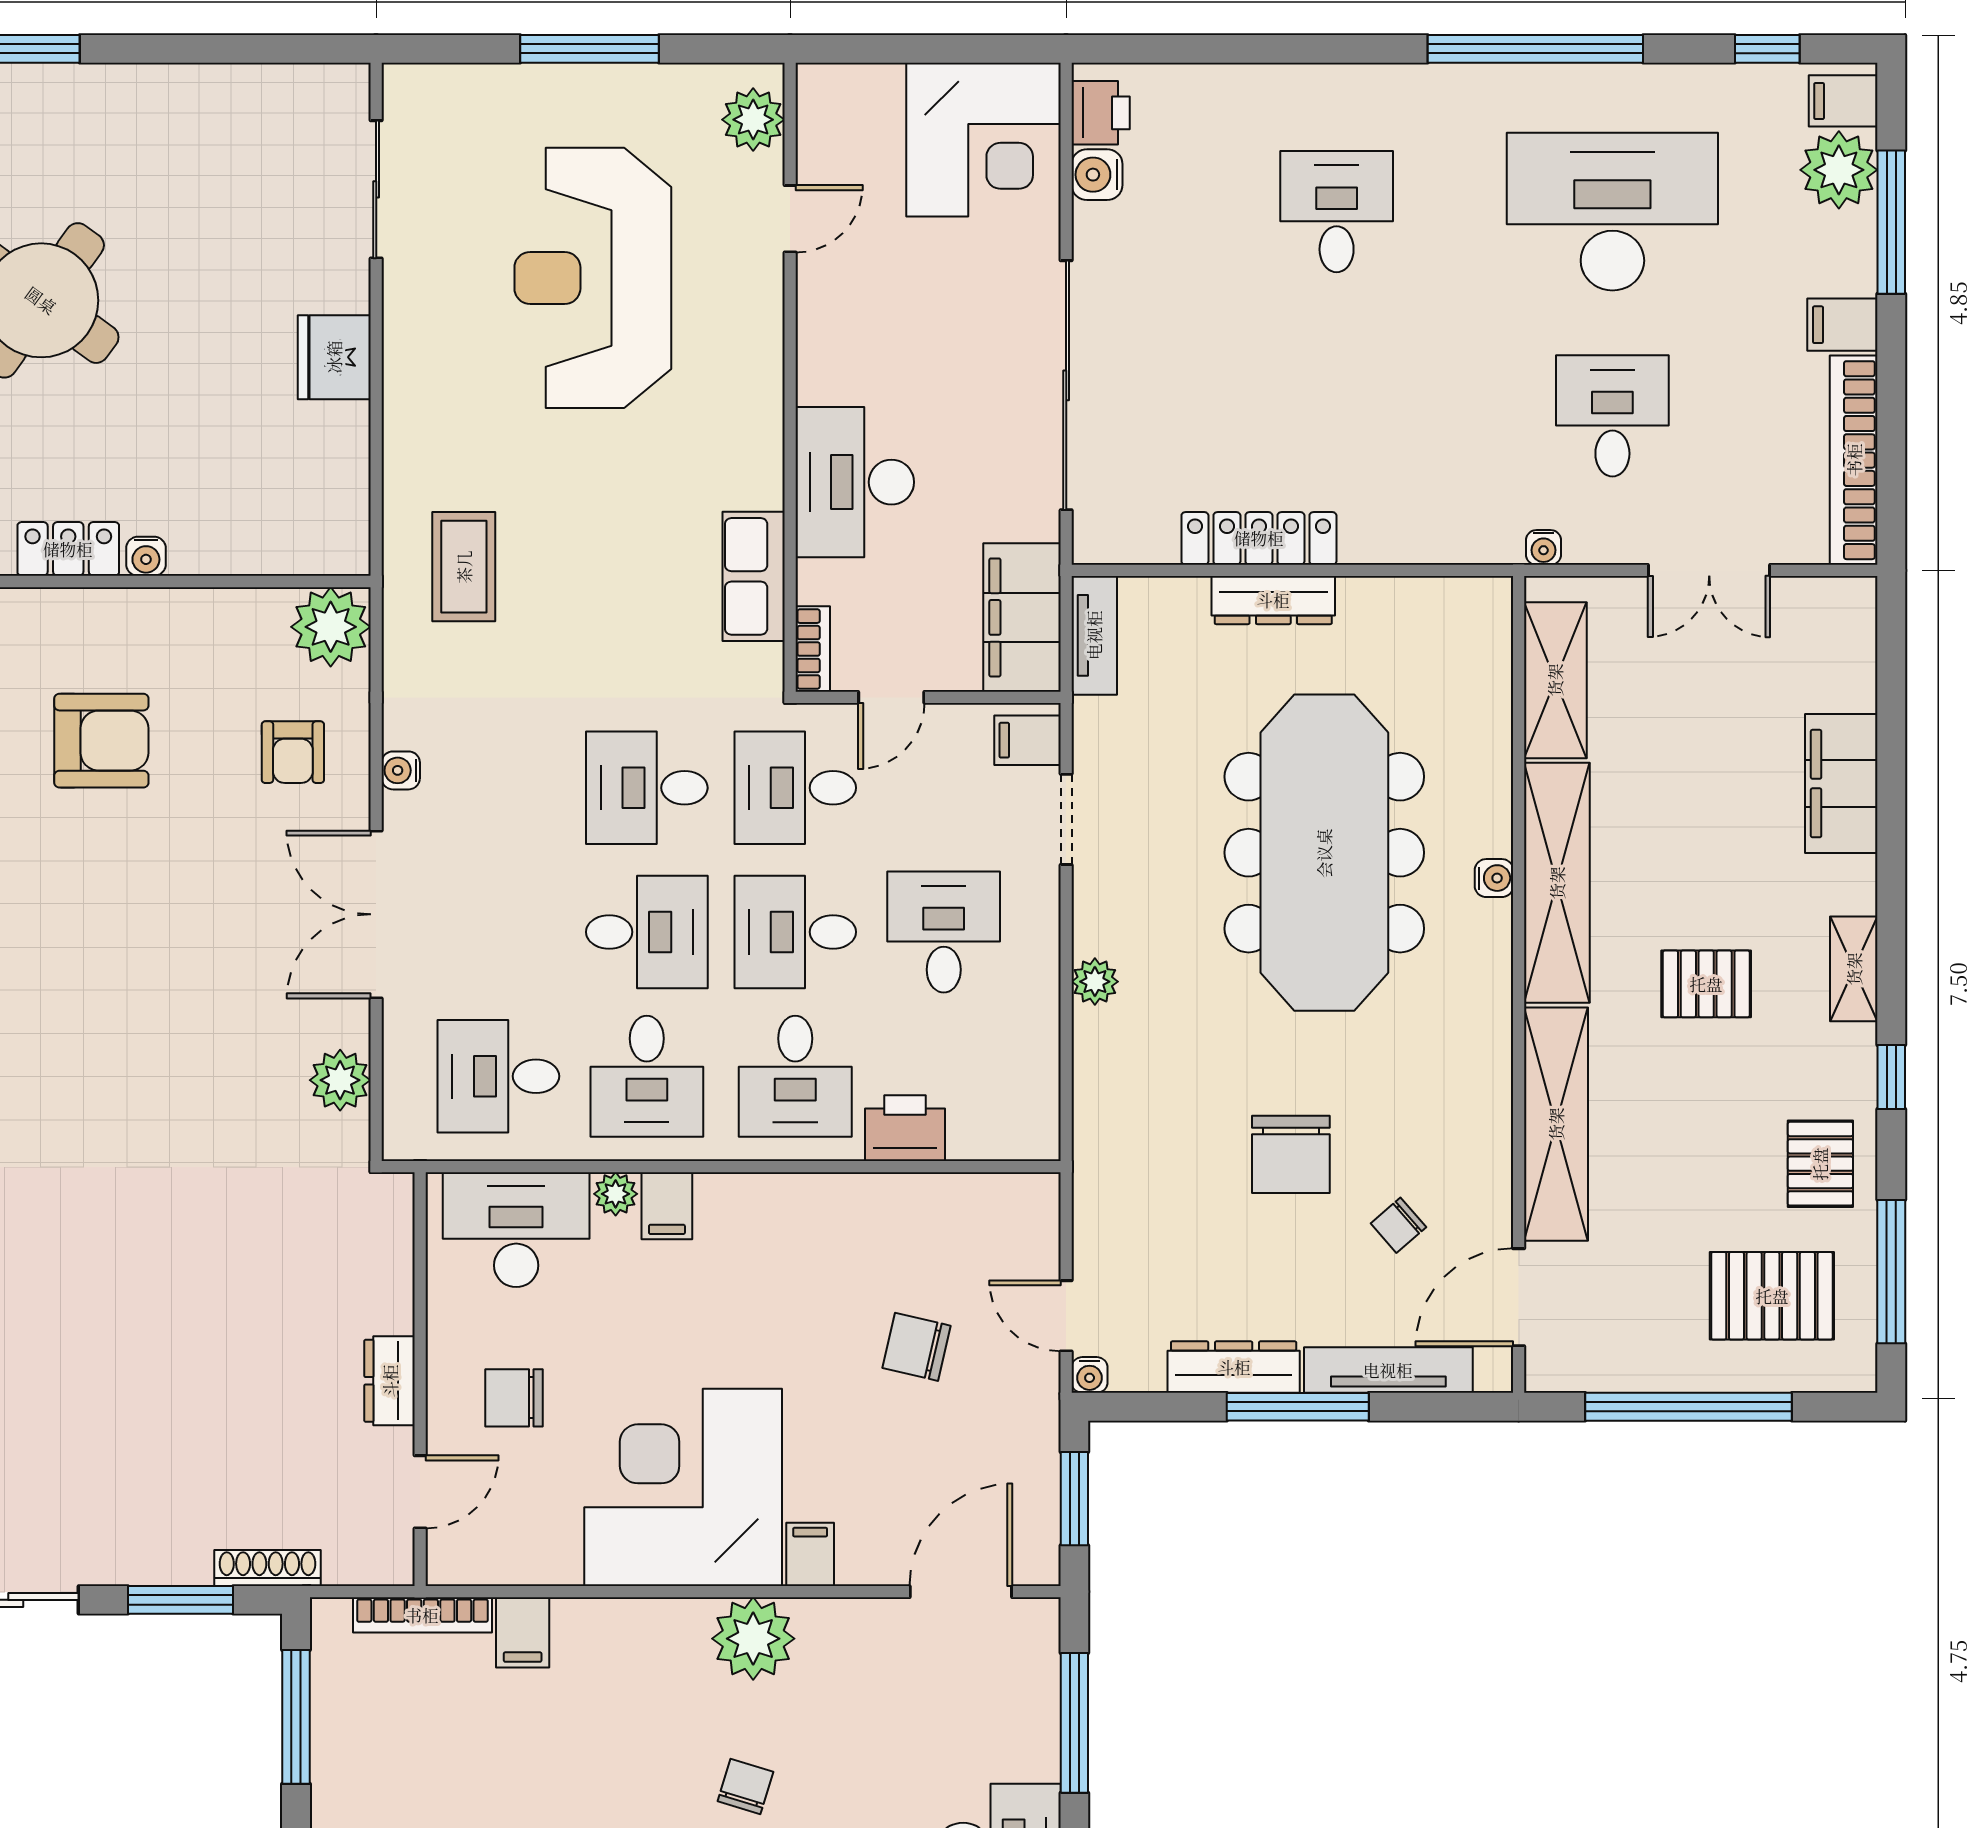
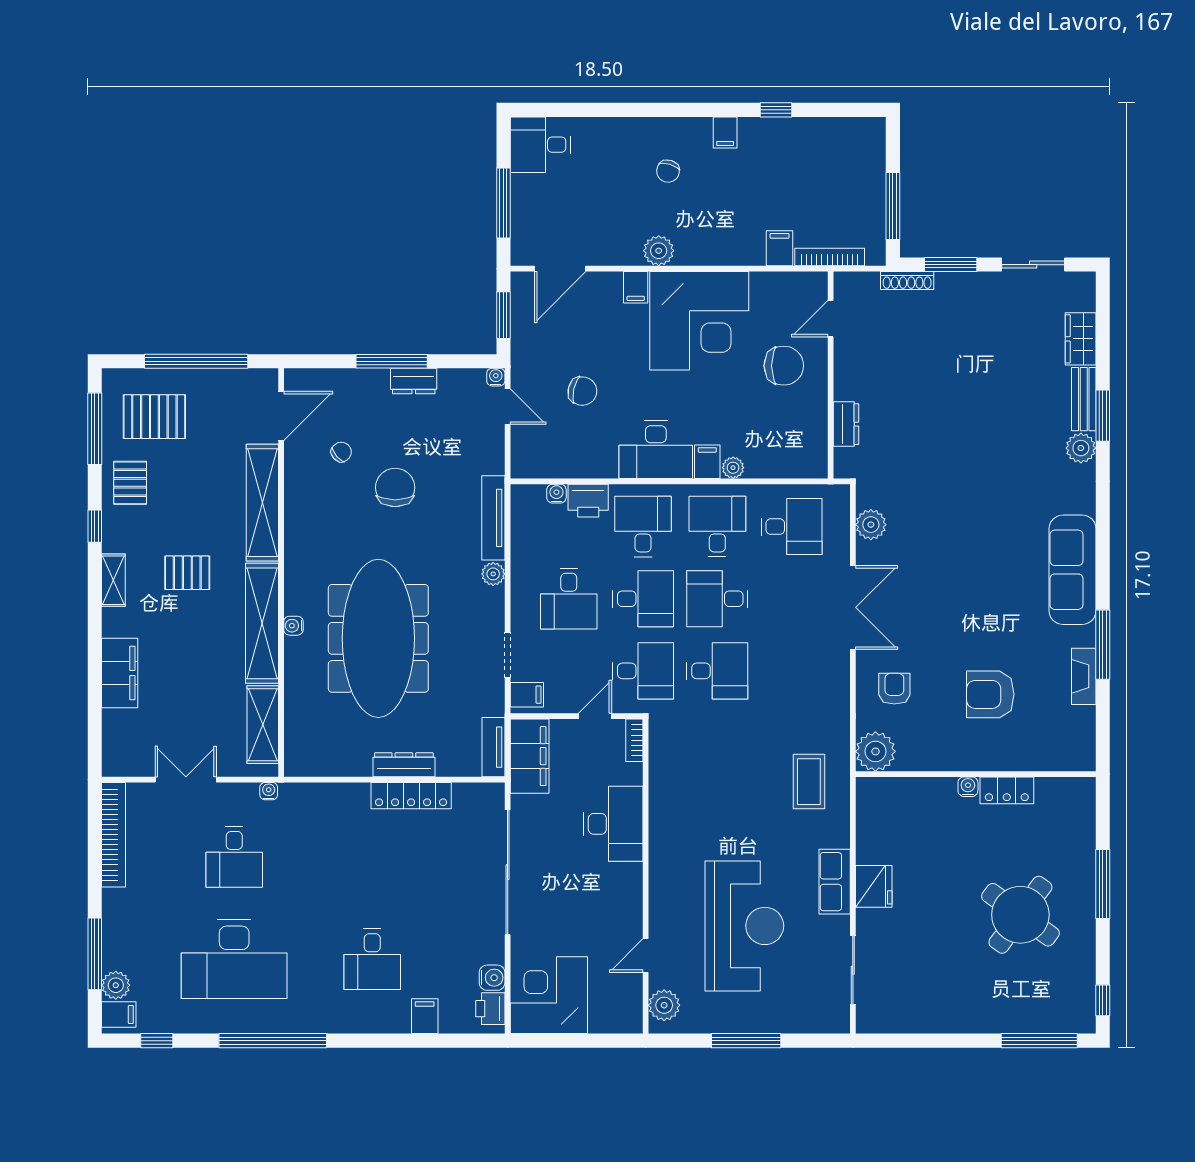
plant: (1839, 170) -> (116, 985), width x0.73, depth x0.73
filing cabinet: (1842, 325) -> (425, 1016), moved, turned -90
row of seats: (754, 576) -> (835, 882), moved, turned 180
water cooler: (401, 770) -> (556, 494), moved, turned -90
desk: (516, 1230) -> (656, 450), moved
dresser: (1234, 1367) -> (414, 381), width x0.70
tv unit: (1388, 1370) -> (493, 518), moved, turned 90
dresser: (390, 1381) -> (846, 424), moved
chair: (514, 1398) -> (784, 366), width x1.37, depth x1.37
plant: (753, 1639) -> (659, 251), width x0.73, depth x0.73

